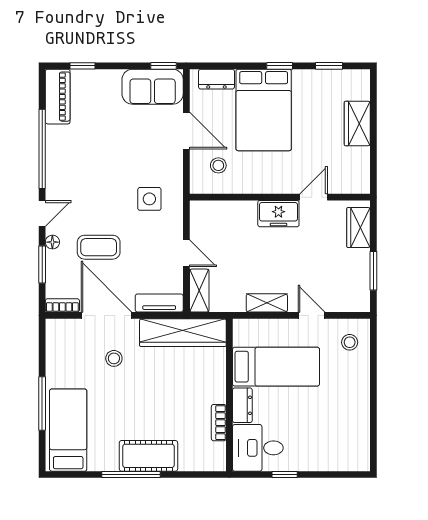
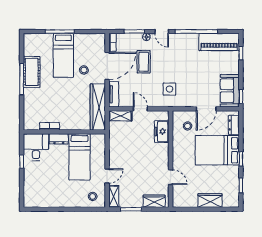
piano: (58, 97) -> (219, 42), width x1.37, depth x1.33
freezer: (278, 214) -> (162, 131), moved
door: (186, 253) -> (140, 109), swing flipped
shelving: (267, 303) -> (114, 196), moved
bed: (68, 430) -> (63, 55), moved, turned 90
cot: (148, 456) -> (32, 72), moved

